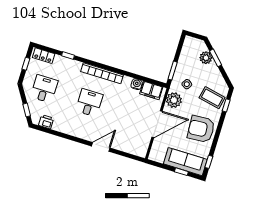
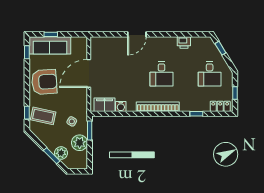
plant: (174, 100) -> (80, 143), moved
printer: (46, 122) -> (184, 42), moved

